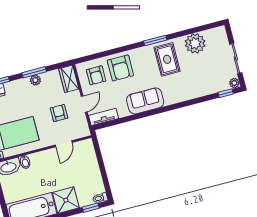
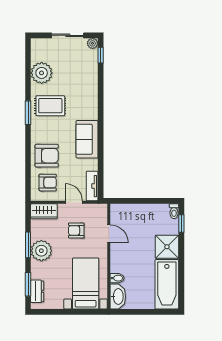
plant: (35, 80) -> (41, 251), width x1.88, depth x1.88

